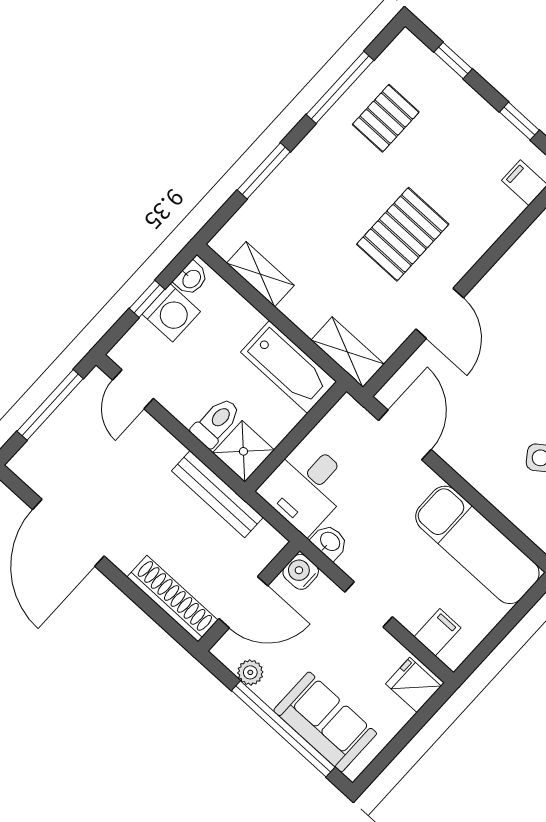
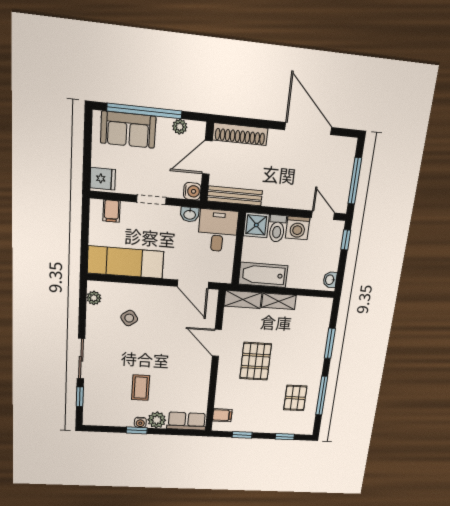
shelving: (260, 274) -> (279, 301), moved
window: (147, 299) -> (346, 240), moved
washing machine: (171, 313) -> (298, 228), moved, turned -90
bench: (217, 494) -> (235, 196), moved

